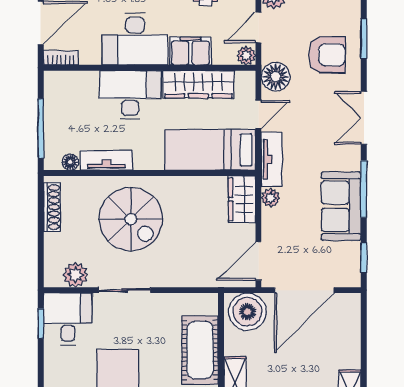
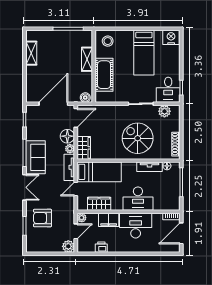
floor lamp: (276, 77) -> (67, 136), moved
wardrobe: (198, 84) -> (99, 204), width x0.67
sofa: (341, 206) -> (36, 157), moved
boiler: (247, 312) -> (85, 98), width x0.54, depth x0.54

